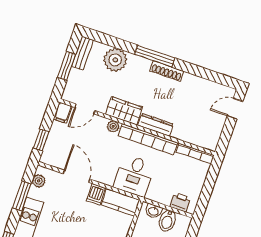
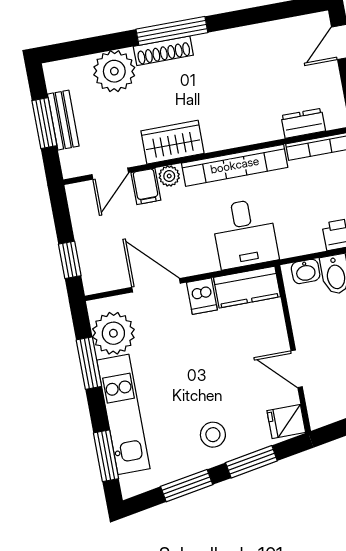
bench: (82, 53) -> (63, 120), moved
shoe rack: (167, 71) -> (163, 51), moved
filing cabinet: (63, 113) -> (146, 186), moved
dresser: (156, 125) -> (303, 123), moved, width x0.70
plant: (39, 181) -> (113, 333), width x1.87, depth x1.87

